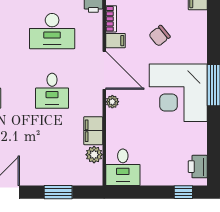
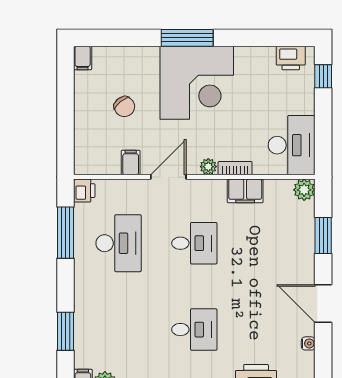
bookcase: (111, 19) -> (235, 168), moved
door: (104, 70) -> (168, 177), width x0.73
plant: (94, 155) -> (304, 190), moved
desk: (123, 167) -> (292, 145), width x1.37

